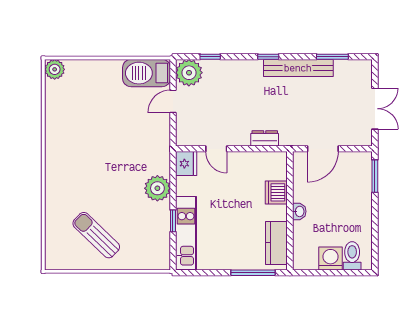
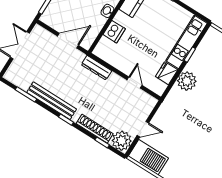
shoe rack: (229, 67) -> (95, 129), added
dresser: (265, 138) -> (96, 68), width x1.44
fridge: (186, 164) -> (167, 73), moved

